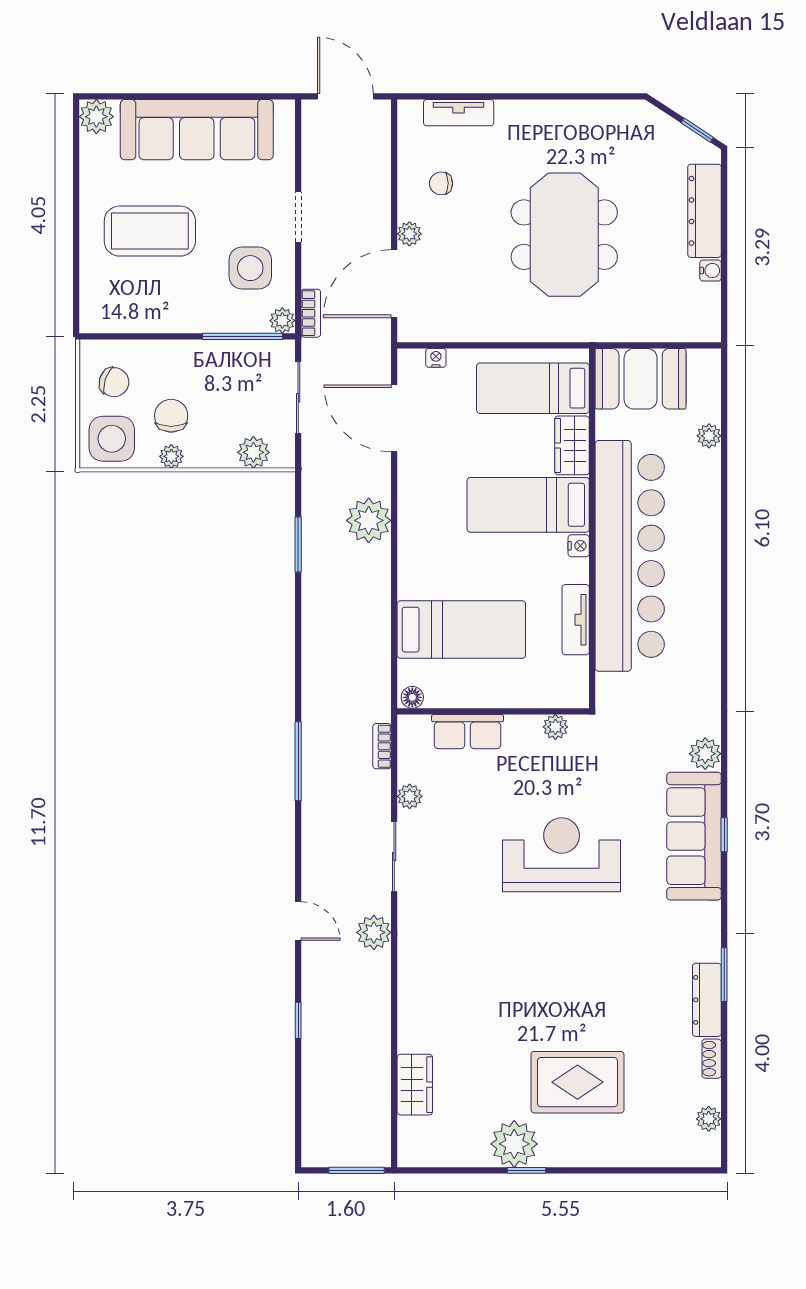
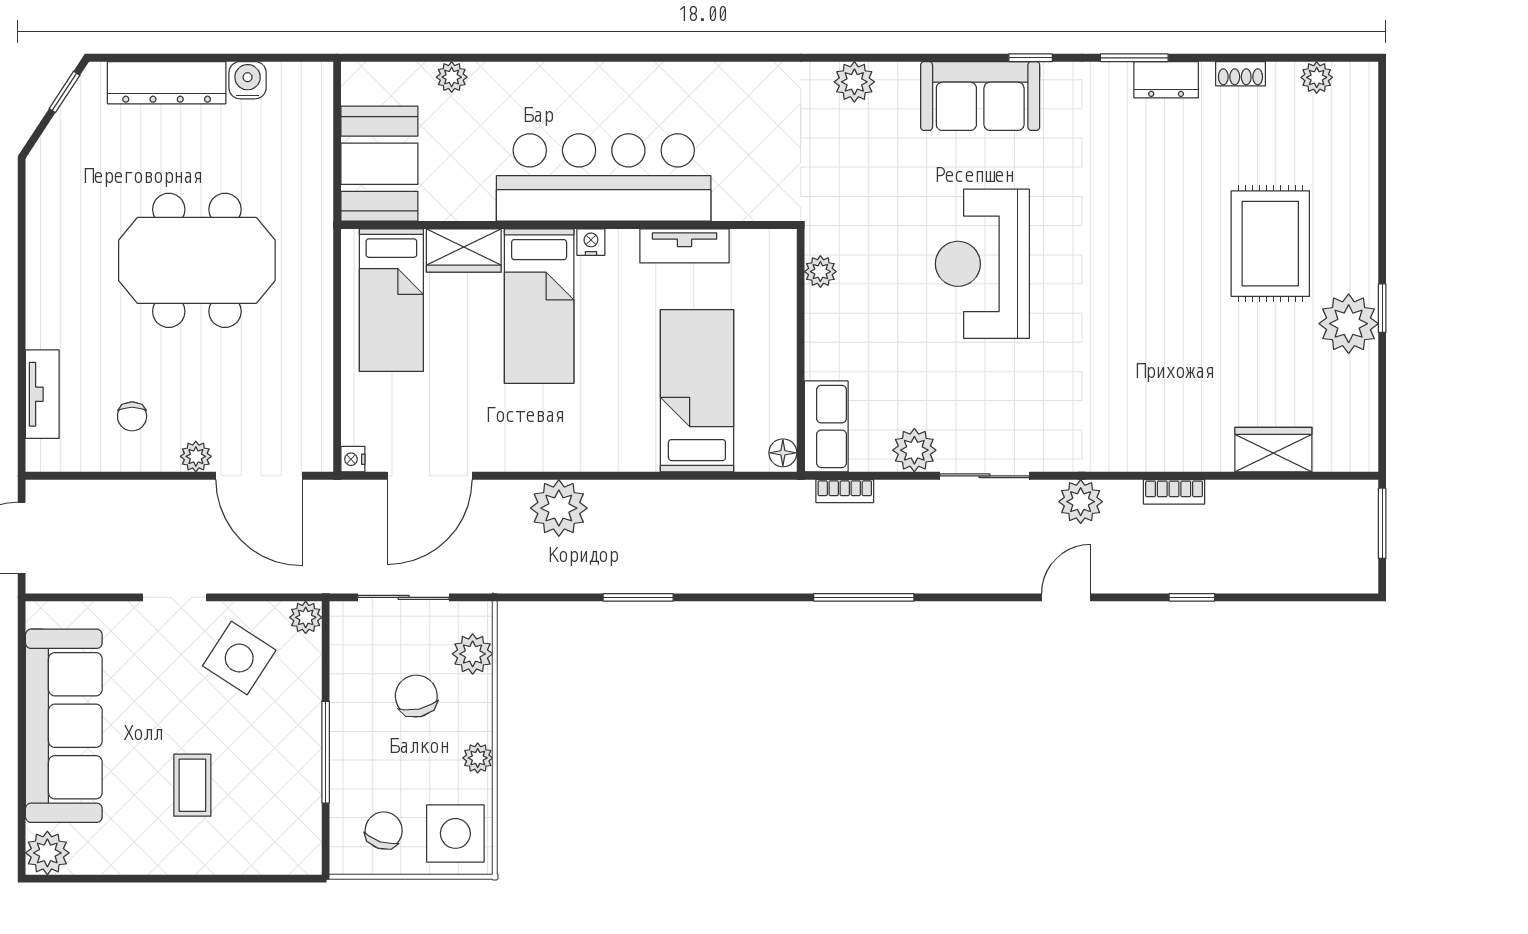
coffee table: (150, 231) -> (192, 785), width x0.54, depth x0.58
side table: (250, 268) -> (239, 658), turned 33
water cooler: (711, 271) -> (248, 80), width x1.38, depth x1.38
bookcase: (311, 313) -> (1174, 492), moved, turned 180
window: (242, 336) -> (326, 752), moved
nightstand: (436, 358) -> (353, 459), moved
chair: (171, 416) -> (416, 696), moved, turned 78
window: (298, 544) -> (638, 597), moved
bar counter: (630, 556) -> (604, 177), width x0.73
row of seats: (468, 732) -> (826, 426), moved
plant: (410, 796) -> (914, 450), width x1.38, depth x1.38
window: (724, 835) -> (1031, 58), moved
sofa: (694, 836) -> (980, 96), width x0.73
dresser: (707, 1000) -> (1166, 80), width x0.70

